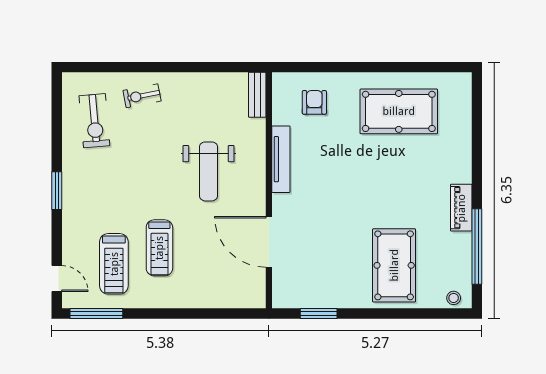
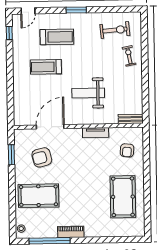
armchair: (314, 102) -> (127, 150), turned 95
exercise bike: (94, 121) -> (115, 30), turned 180
tv unit: (281, 159) -> (96, 133), width x0.71
armchair: (324, 258) -> (42, 157), added
treadmill: (114, 264) -> (57, 37), moved, turned 180
window: (96, 313) -> (9, 33), width x0.46

